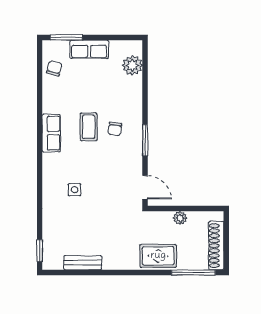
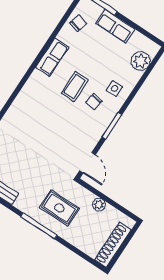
row of seats: (51, 133) -> (52, 57), moved
side table: (75, 190) -> (114, 88), moved
rug: (158, 256) -> (59, 208), moved
window: (193, 273) -> (39, 226), moved

